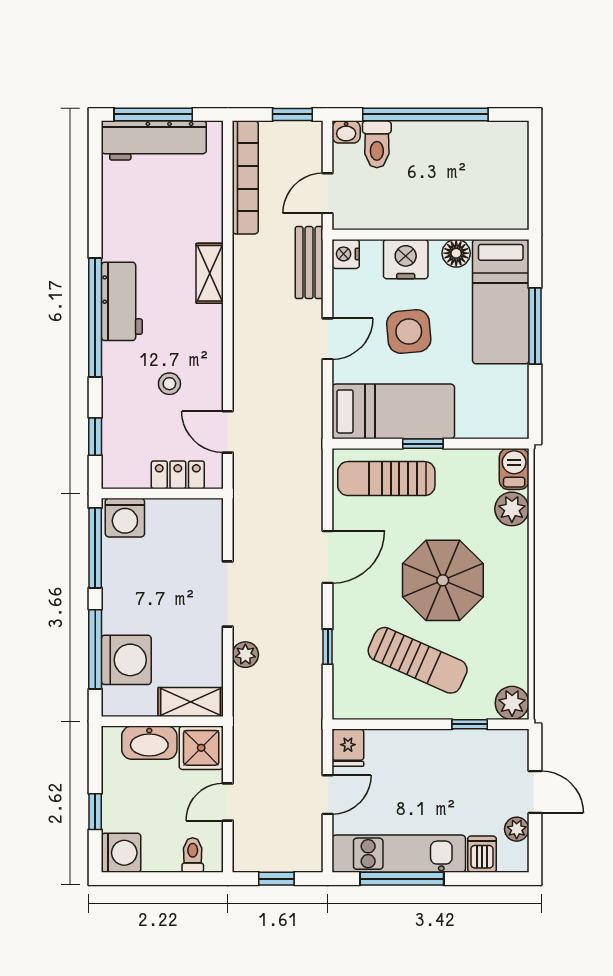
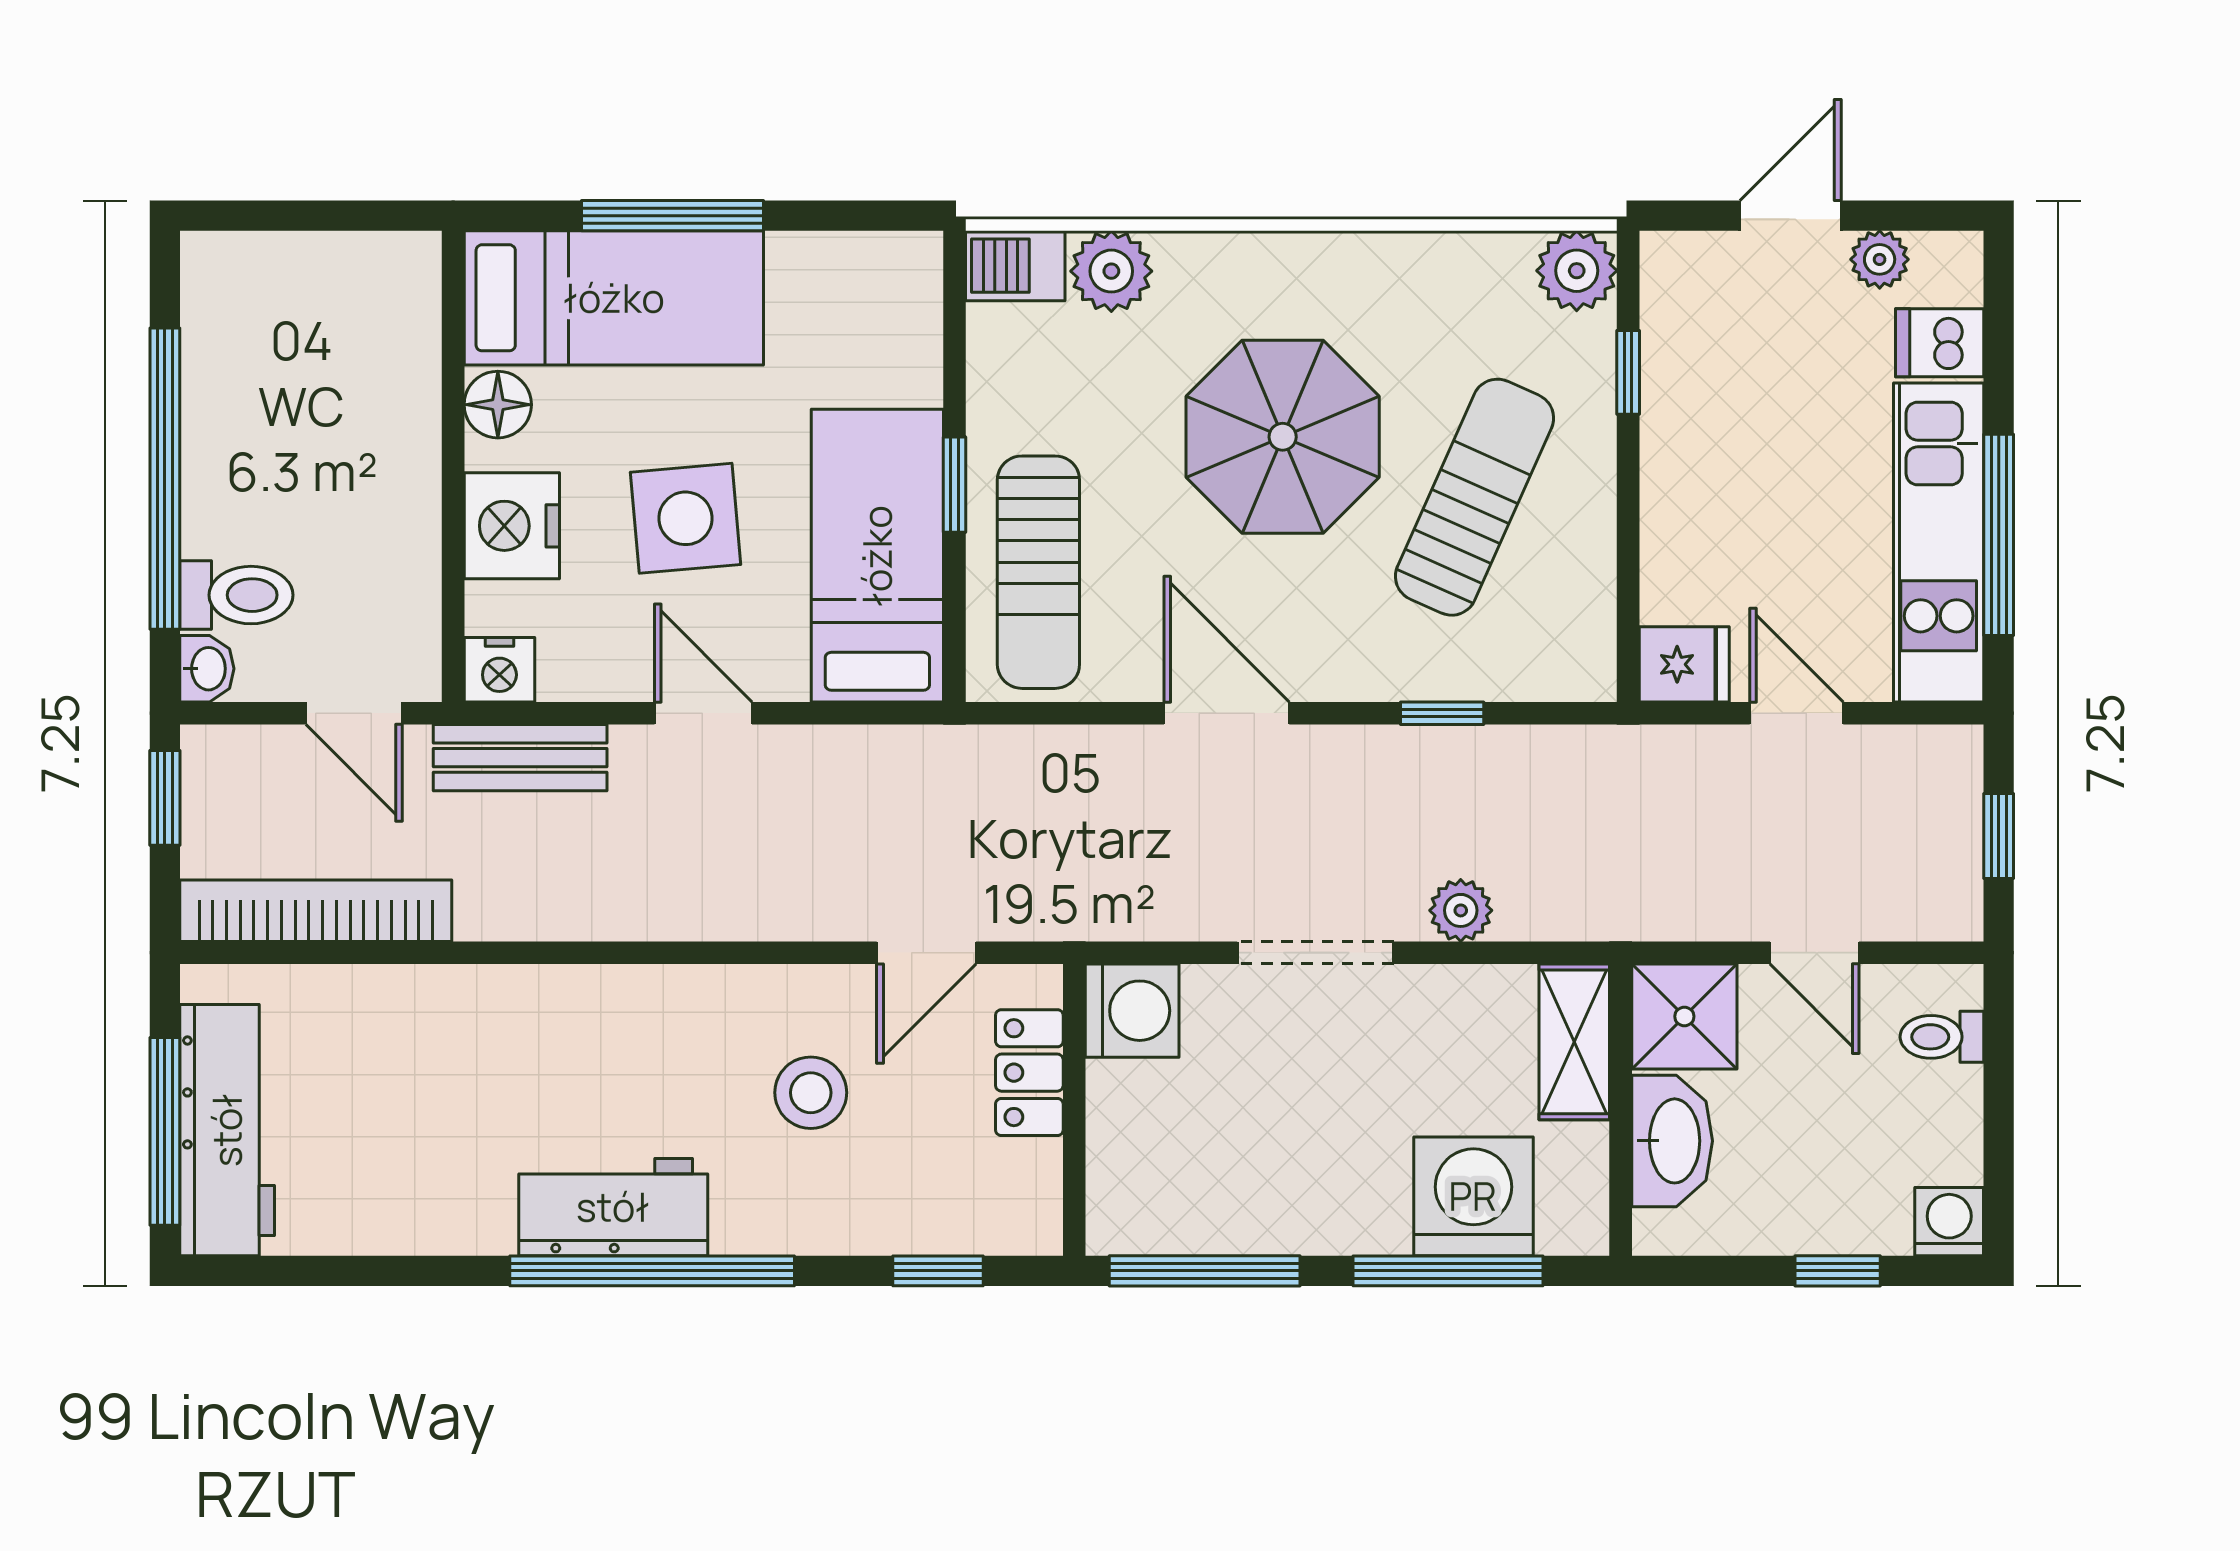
shelving: (210, 273) -> (546, 996), removed
stool: (169, 384) -> (811, 1093), width x1.37, depth x1.37
washing machine: (125, 518) -> (1132, 1011), moved
washing machine: (121, 853) -> (1949, 1222), width x0.73, depth x0.73

